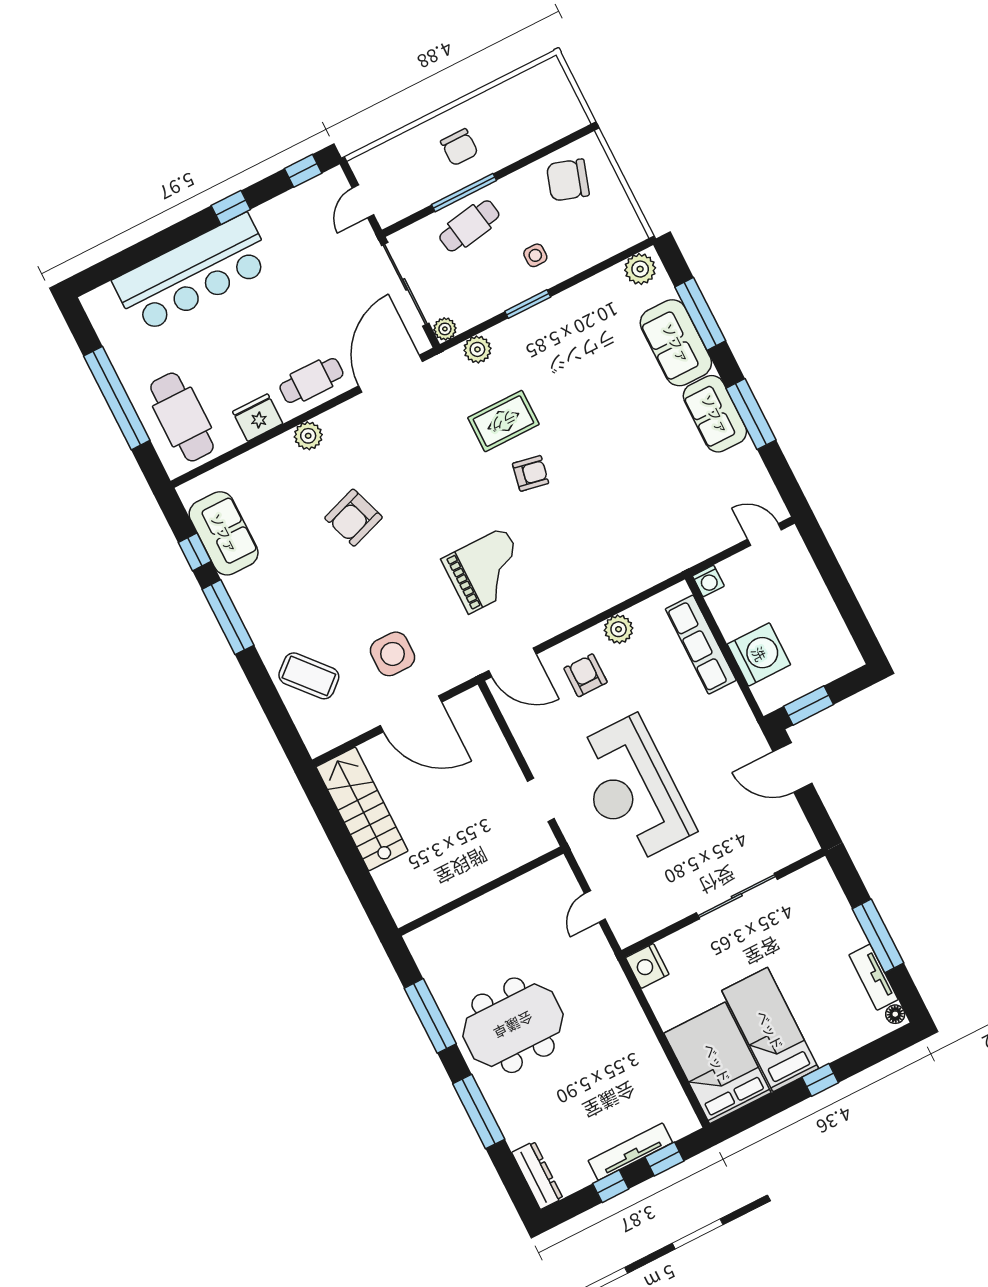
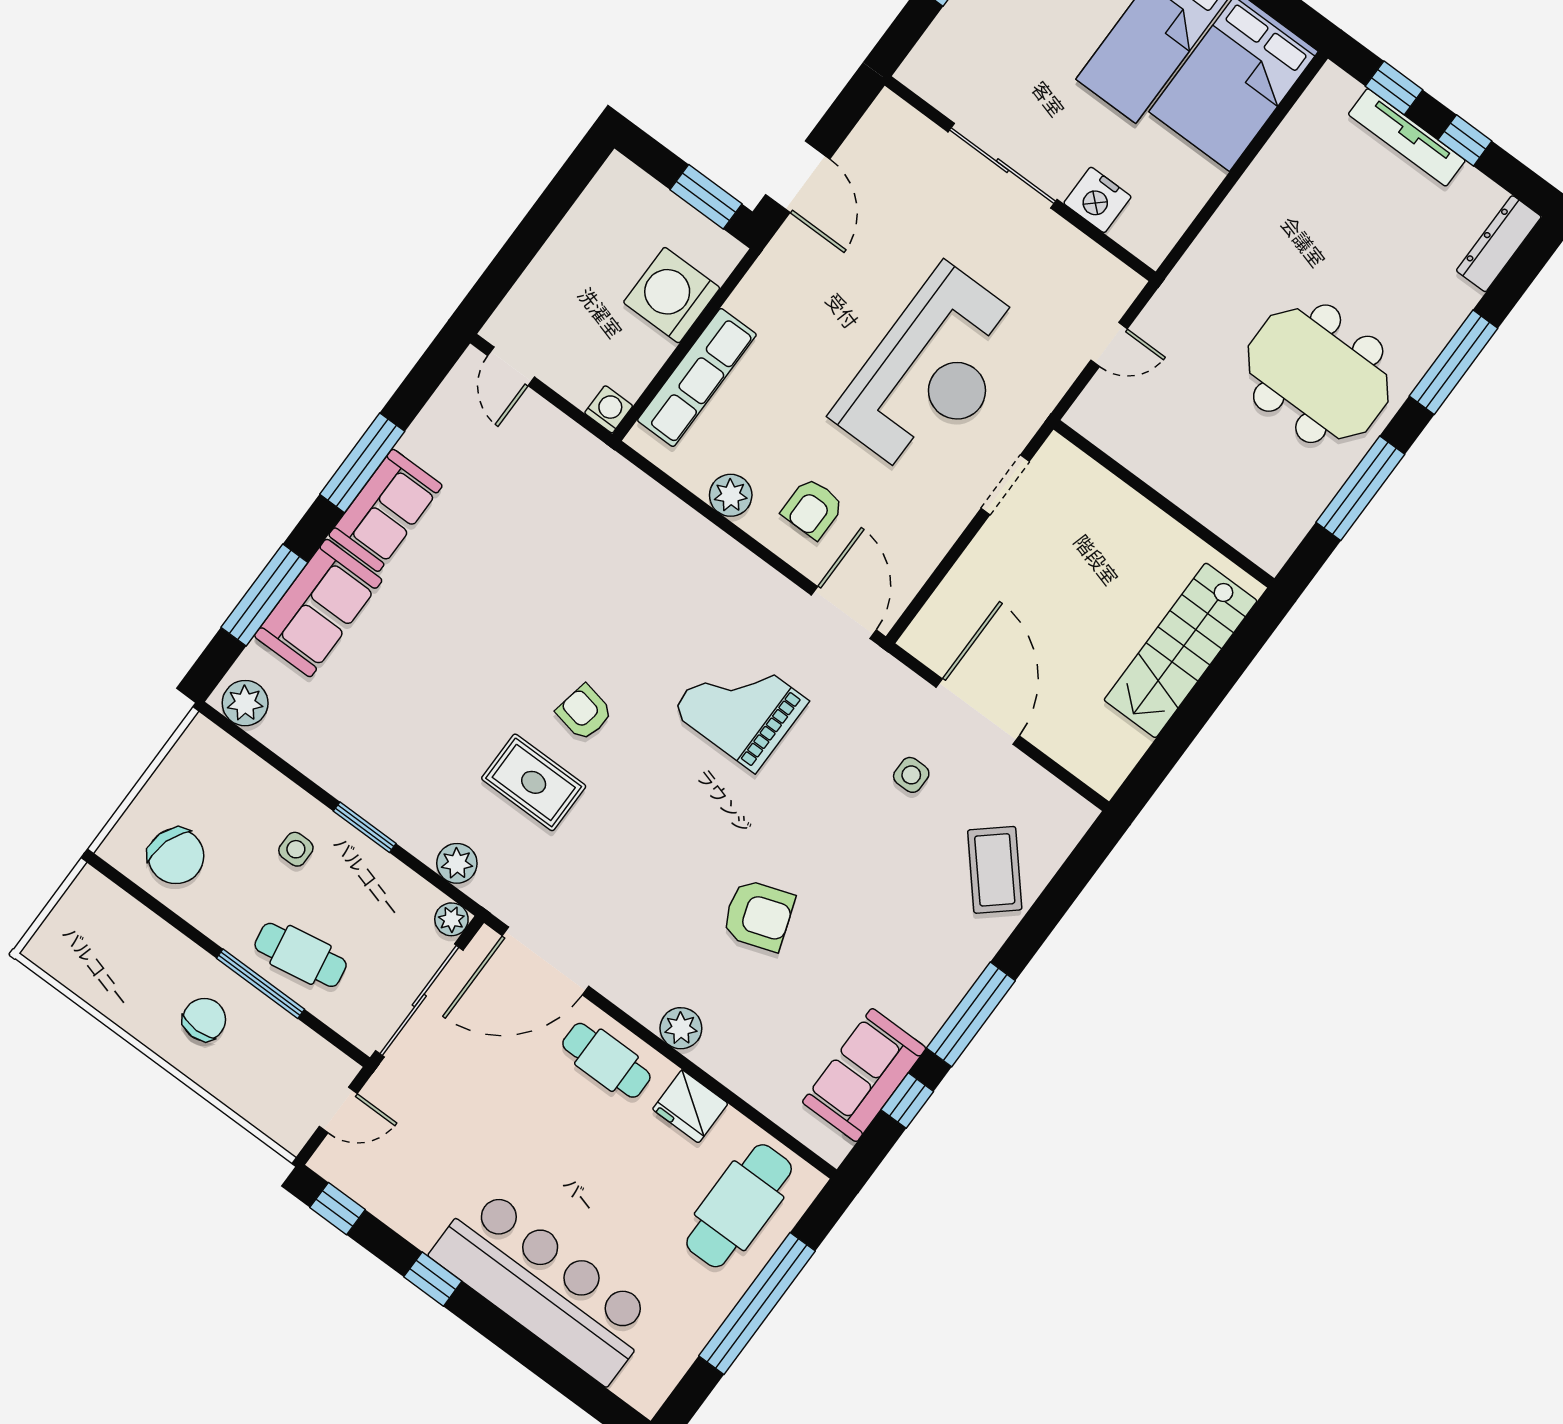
side table: (392, 654) -> (911, 775), width x0.54, depth x0.54
stairs: (362, 809) -> (1181, 650), moved
nightstand: (647, 966) -> (1097, 200), moved, turned 90

